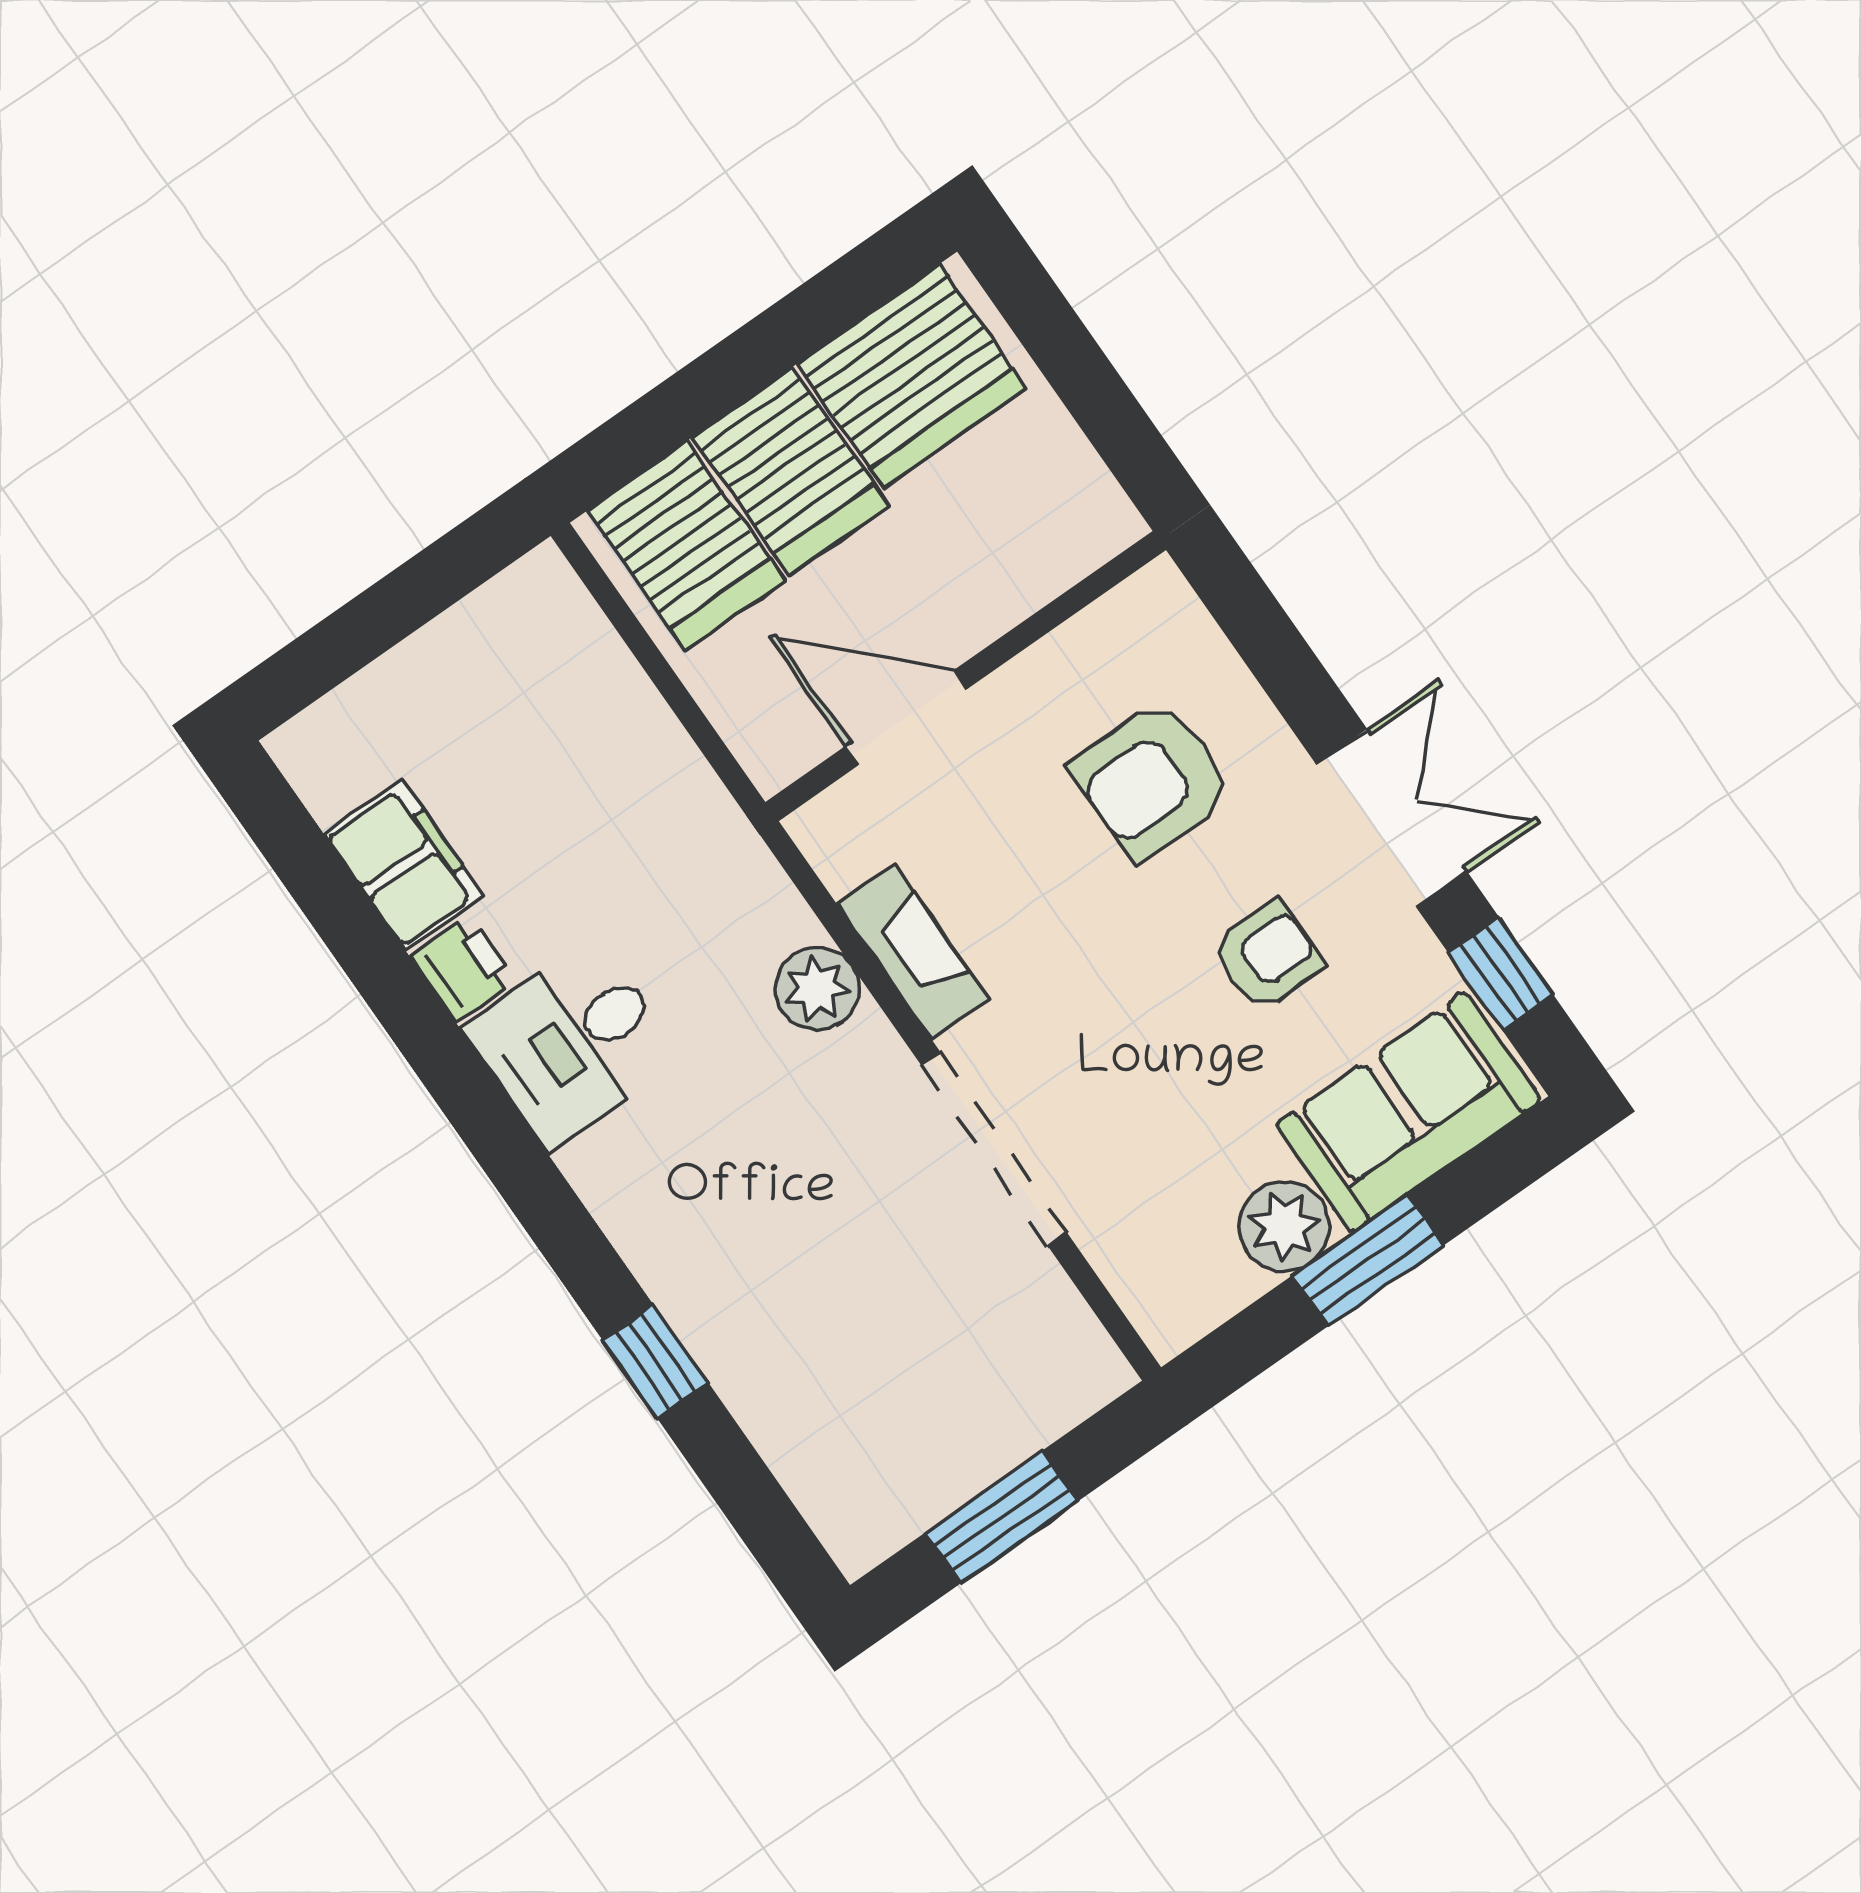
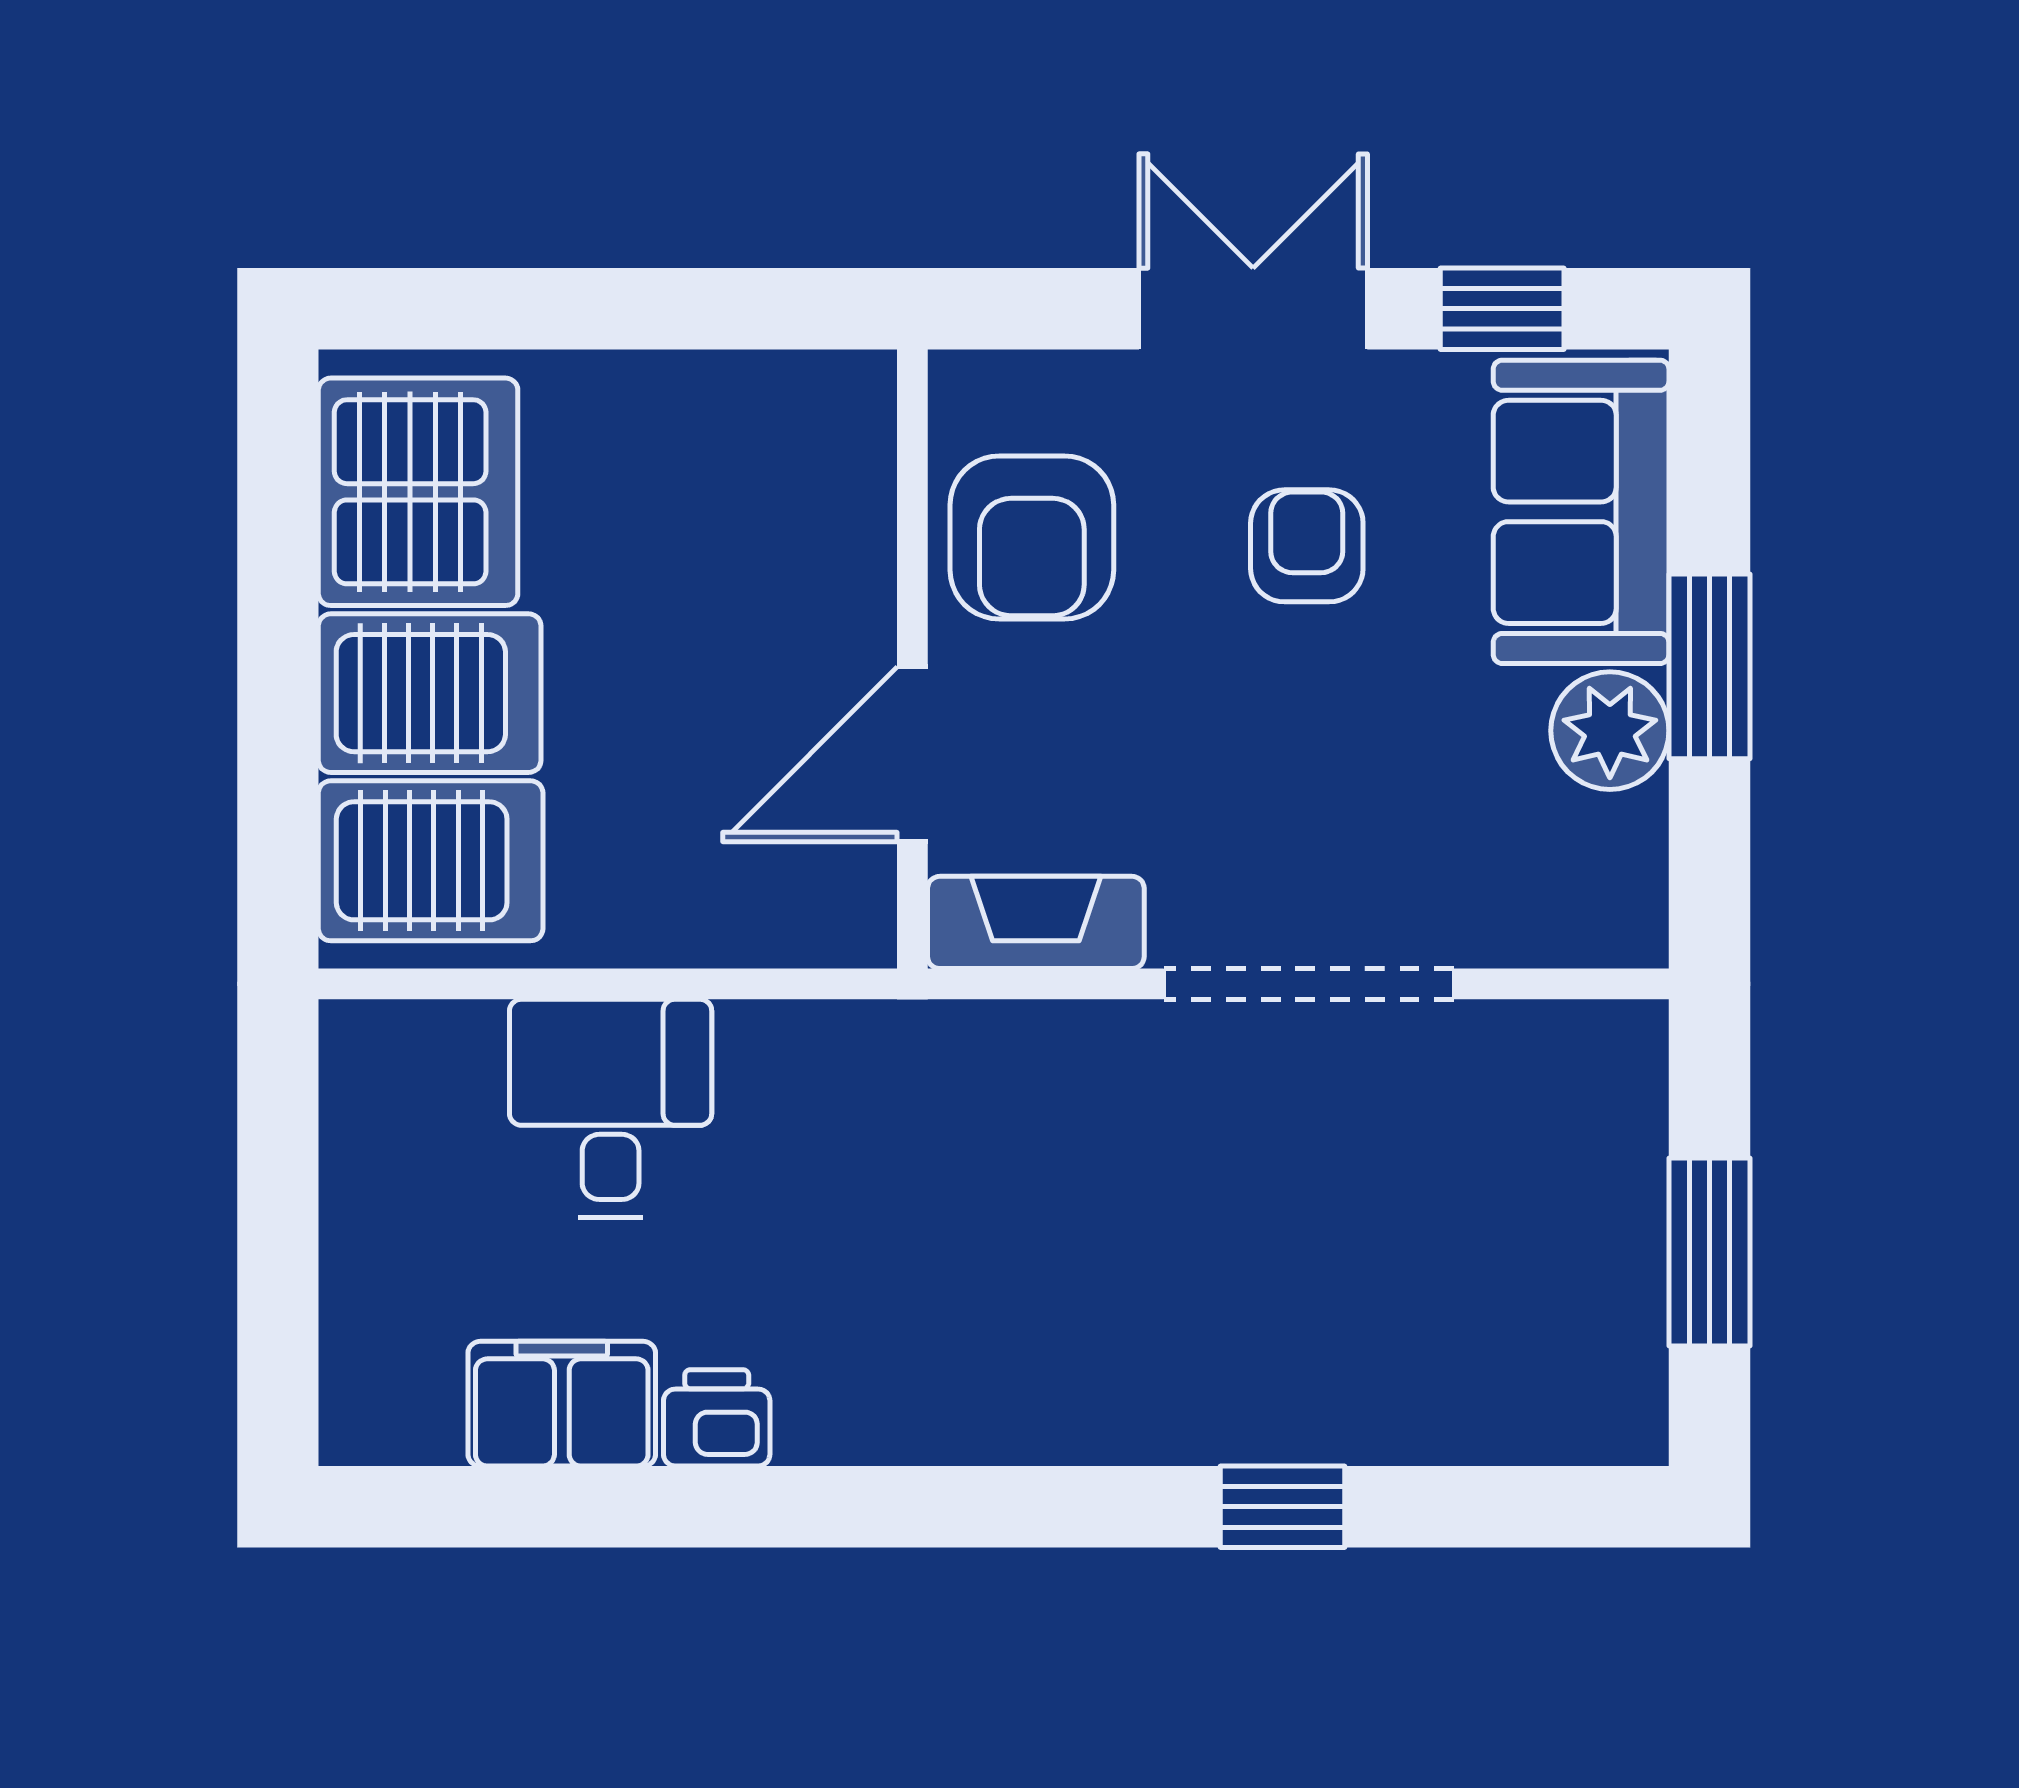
wall: (966, 676) -> (912, 659), moved
door: (906, 718) -> (912, 754), moved
plant: (817, 989) -> (1005, 1054), removed
desk: (572, 1043) -> (611, 1108), moved, turned 180

